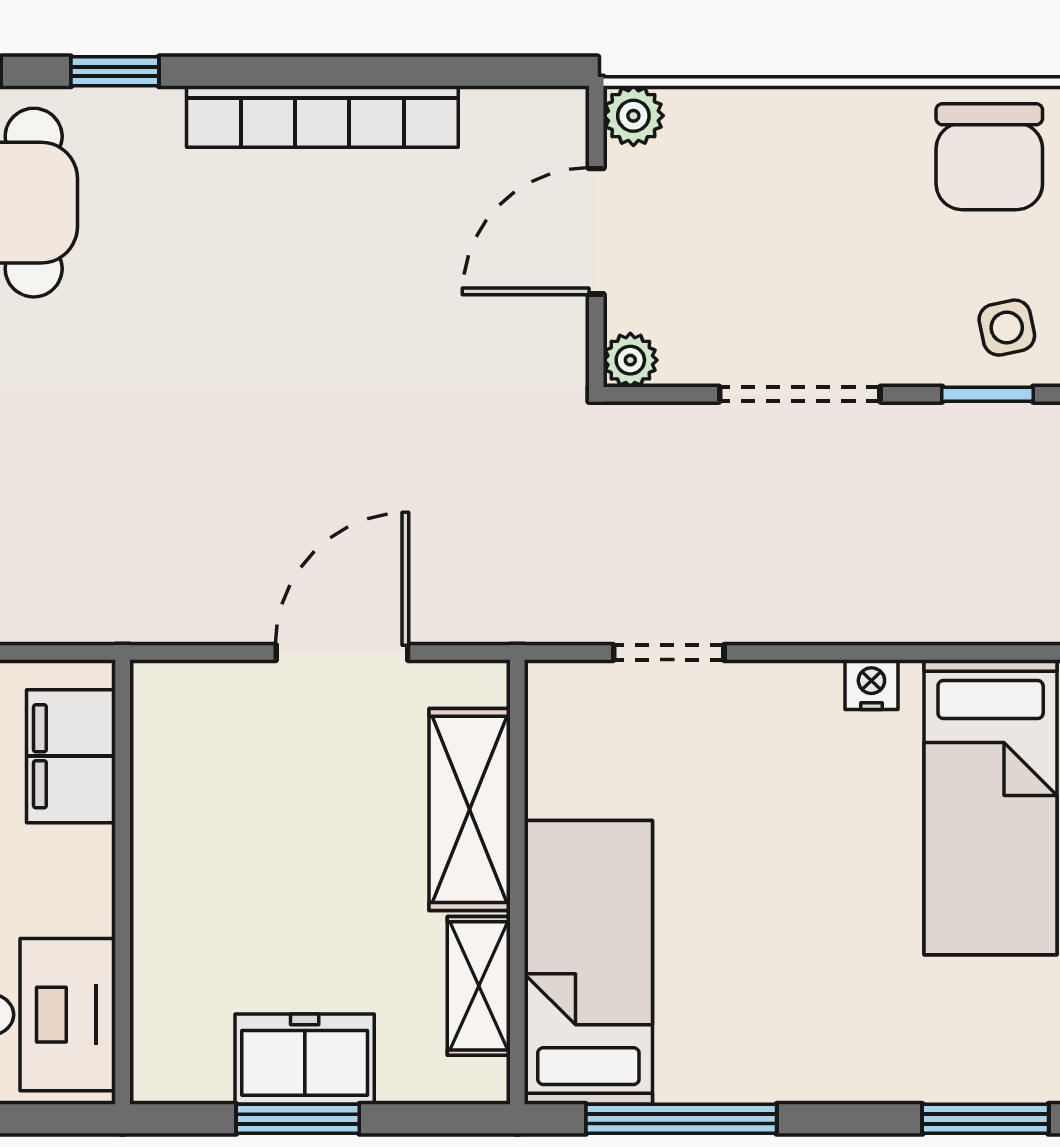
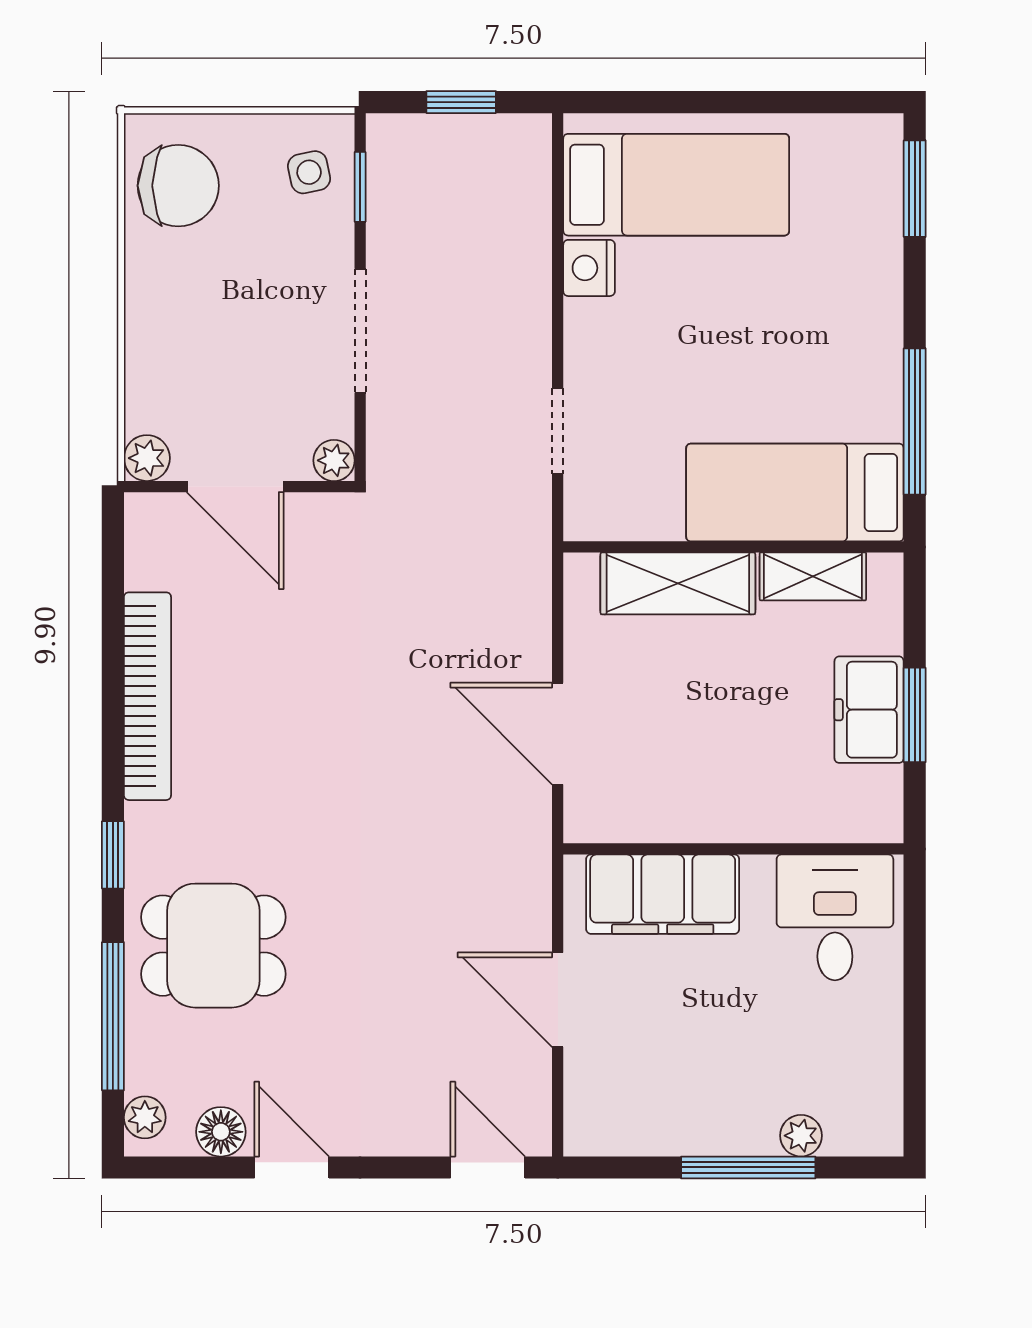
door: (342, 652) -> (558, 734), moved
nightstand: (871, 685) -> (589, 268), width x1.39, depth x1.35
filing cabinet: (71, 756) -> (663, 894), width x1.50, depth x1.17

